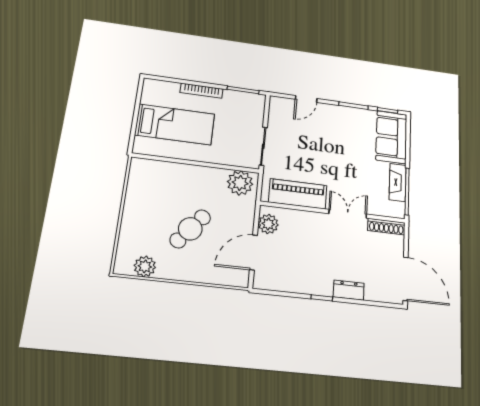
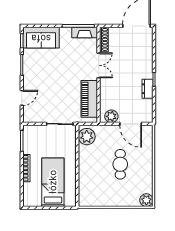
door: (306, 99) -> (22, 98), hinge flipped
fireplace: (398, 182) -> (85, 33), moved
double door: (348, 214) -> (99, 65), swing flipped
cafe table: (190, 229) -> (120, 164), turned 51
plant: (145, 266) -> (146, 200), moved
dresser: (349, 290) -> (147, 89), moved

